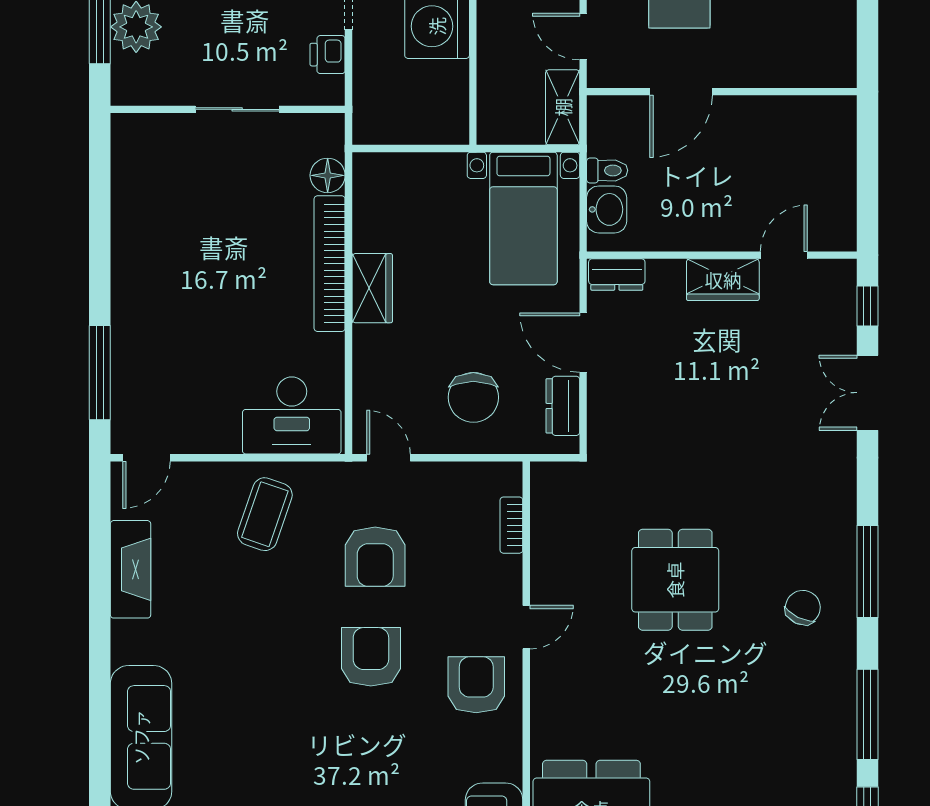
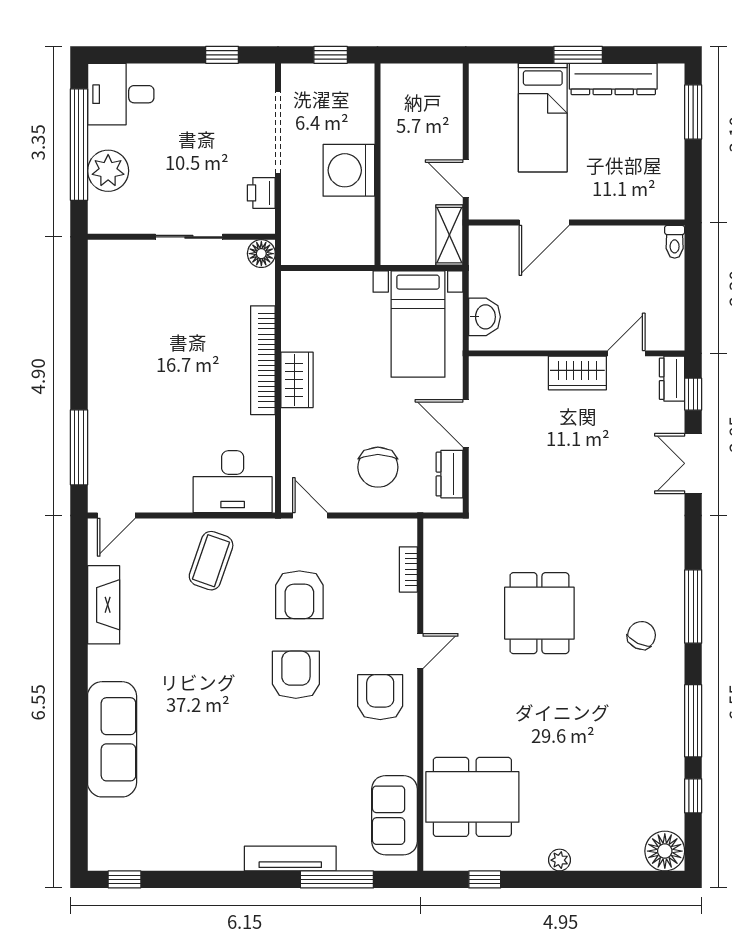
toilet: (607, 170) -> (675, 242), moved, turned 90
floor lamp: (328, 175) -> (261, 254), moved
dresser: (617, 274) -> (672, 379), moved, turned 90

